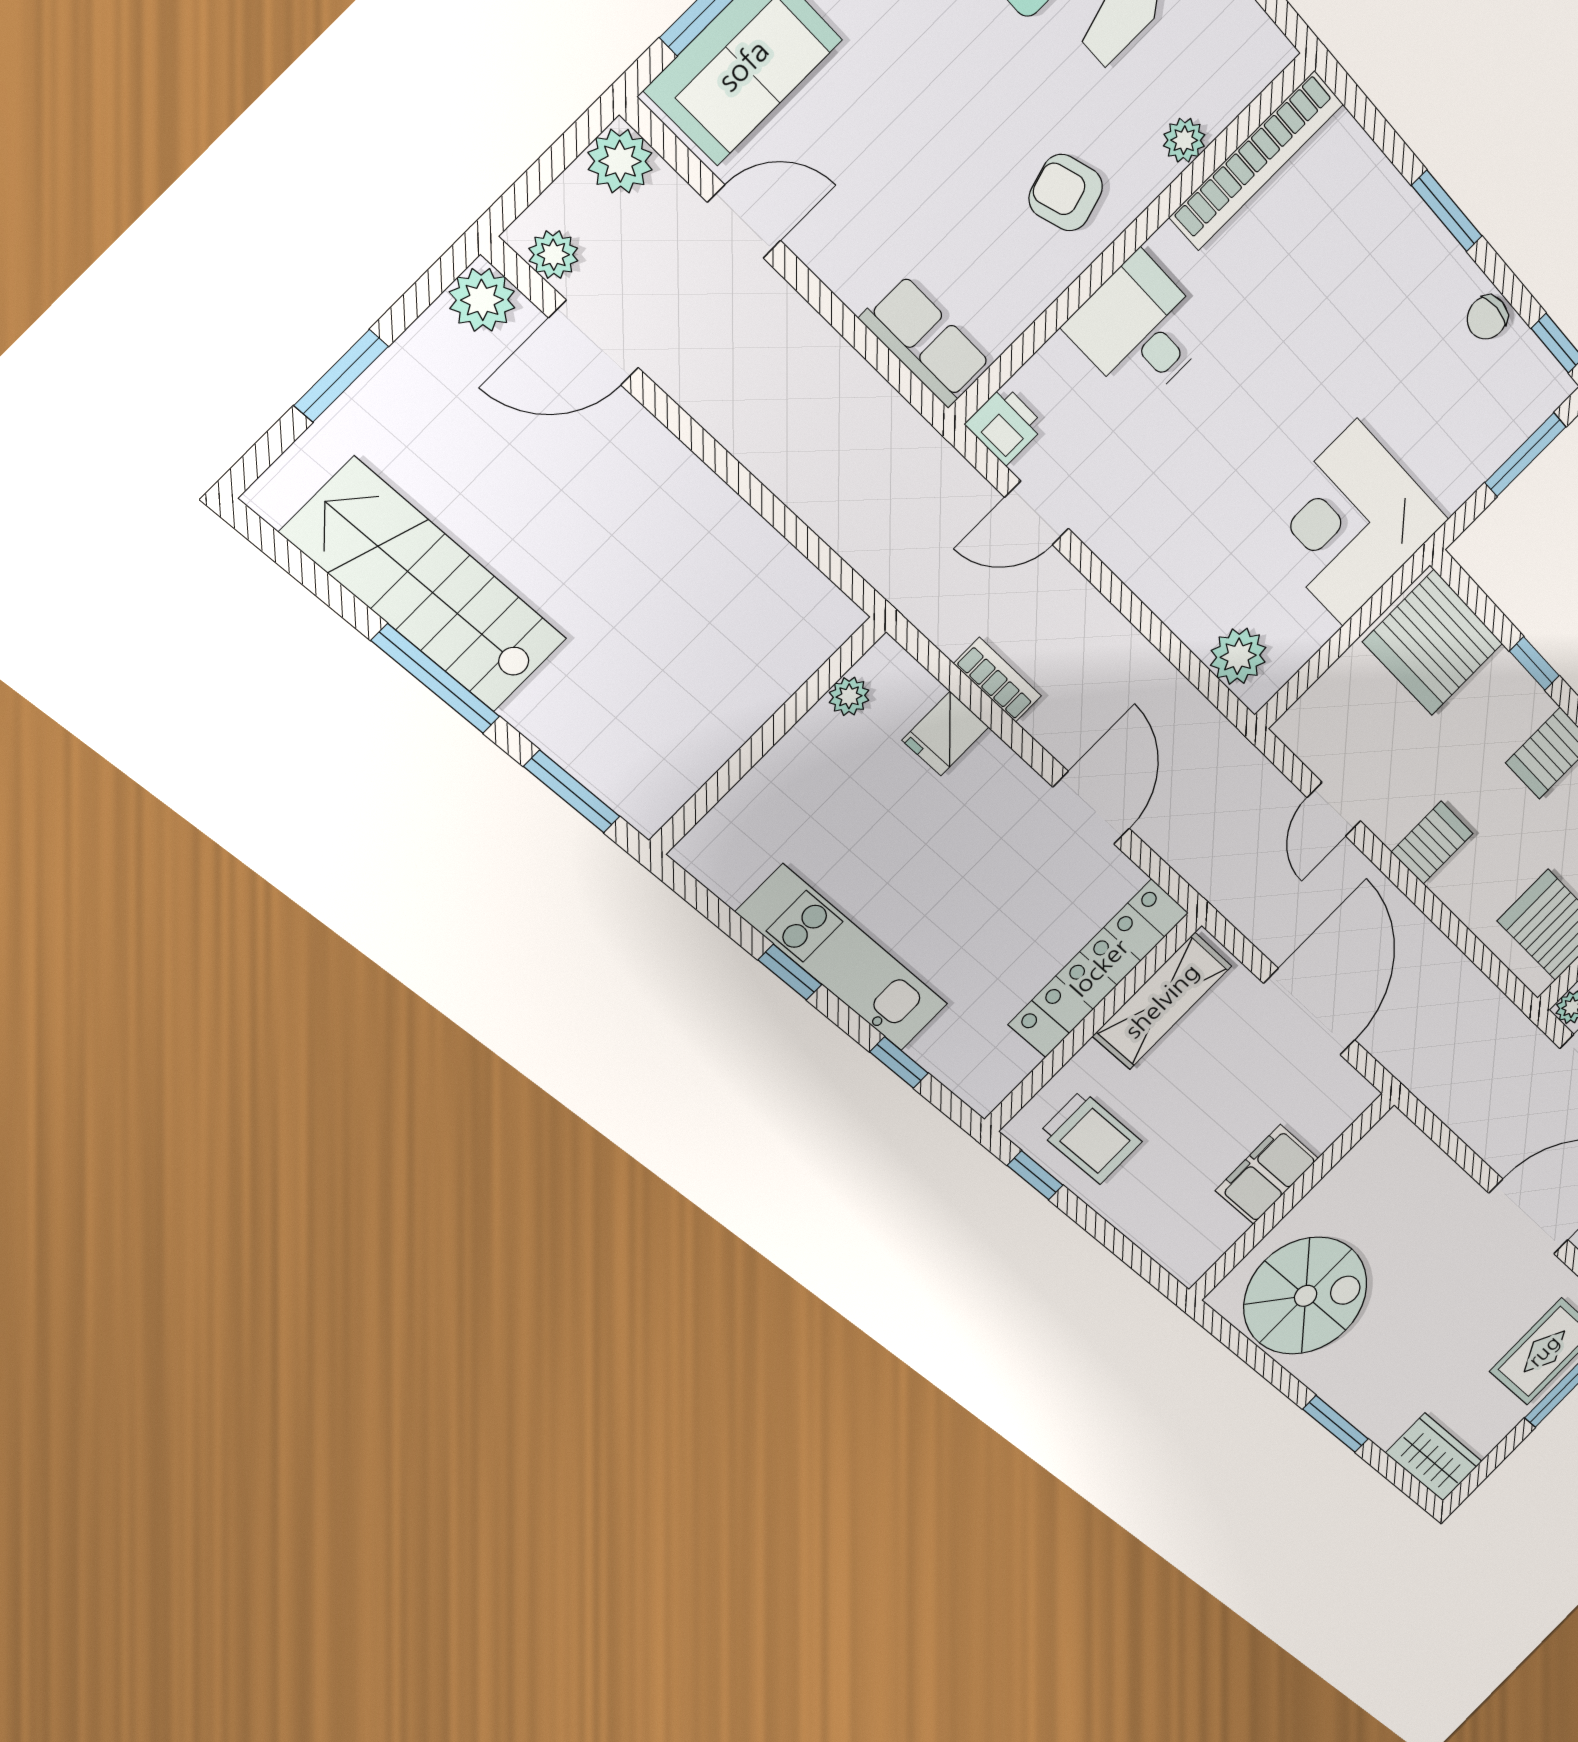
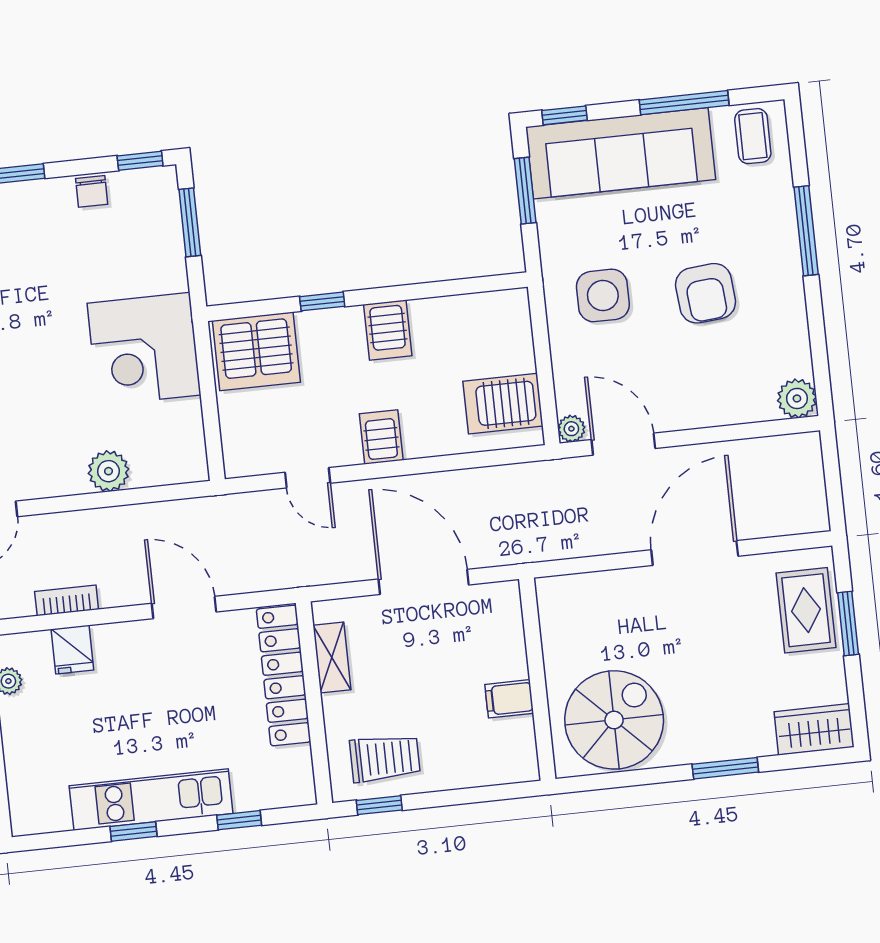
plant: (1238, 656) -> (108, 471), moved
shelving: (1162, 1001) -> (332, 657), width x0.67, depth x0.75
filing cabinet: (1267, 1174) -> (509, 699), width x0.50

